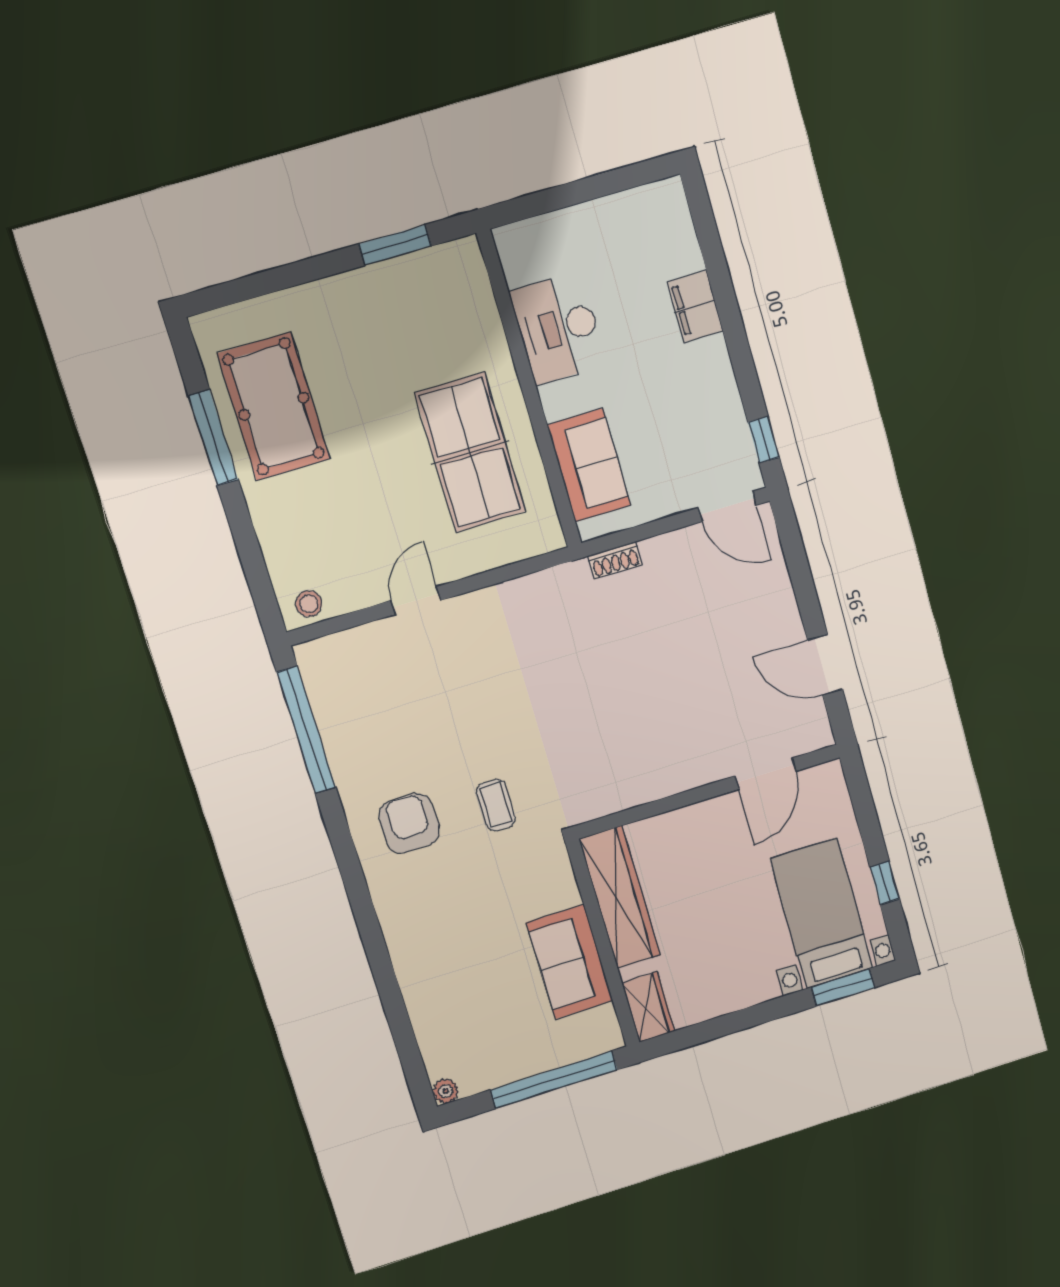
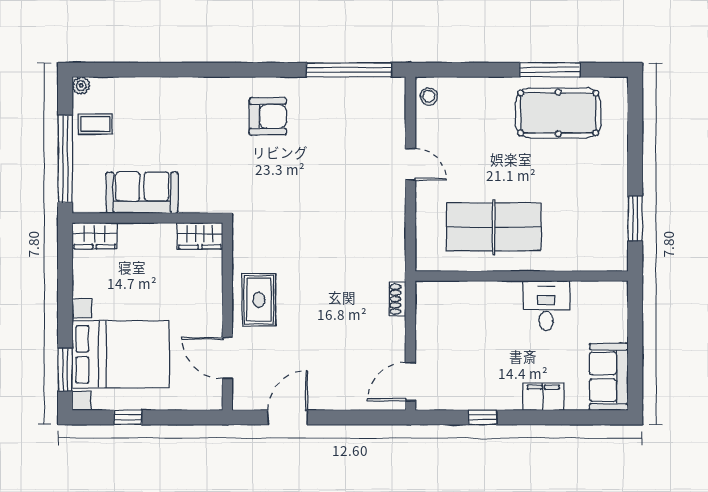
desk: (558, 328) -> (546, 306), width x0.73
window: (764, 440) -> (483, 417), moved
sofa: (589, 465) -> (609, 377), moved, turned 90
rug: (672, 755) -> (259, 300), added
coffee table: (496, 805) -> (95, 124), moved
wardrobe: (620, 897) -> (200, 236), width x0.48, depth x0.85
bed with nightstands: (822, 913) -> (121, 354), width x1.36

